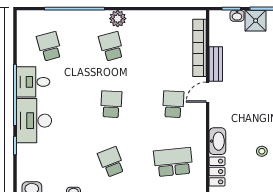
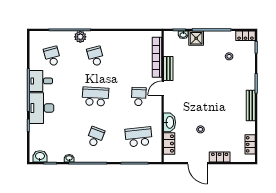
plant: (118, 19) -> (80, 37), moved
school desk: (111, 104) -> (95, 97), width x1.85
school desk: (111, 162) -> (95, 137), turned 42

